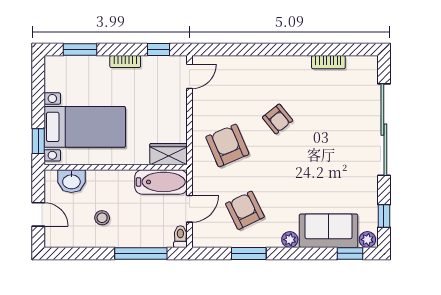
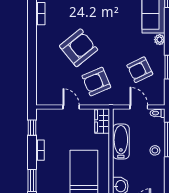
door: (189, 76) -> (71, 107), moved
armchair: (278, 119) -> (79, 48), width x1.88, depth x1.88
bathtub: (161, 182) -> (121, 142), moved
stool: (102, 218) -> (155, 150), moved

